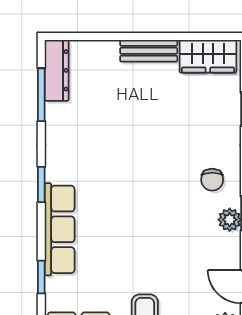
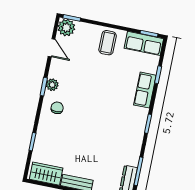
row of seats: (60, 229) -> (145, 90), width x0.68

